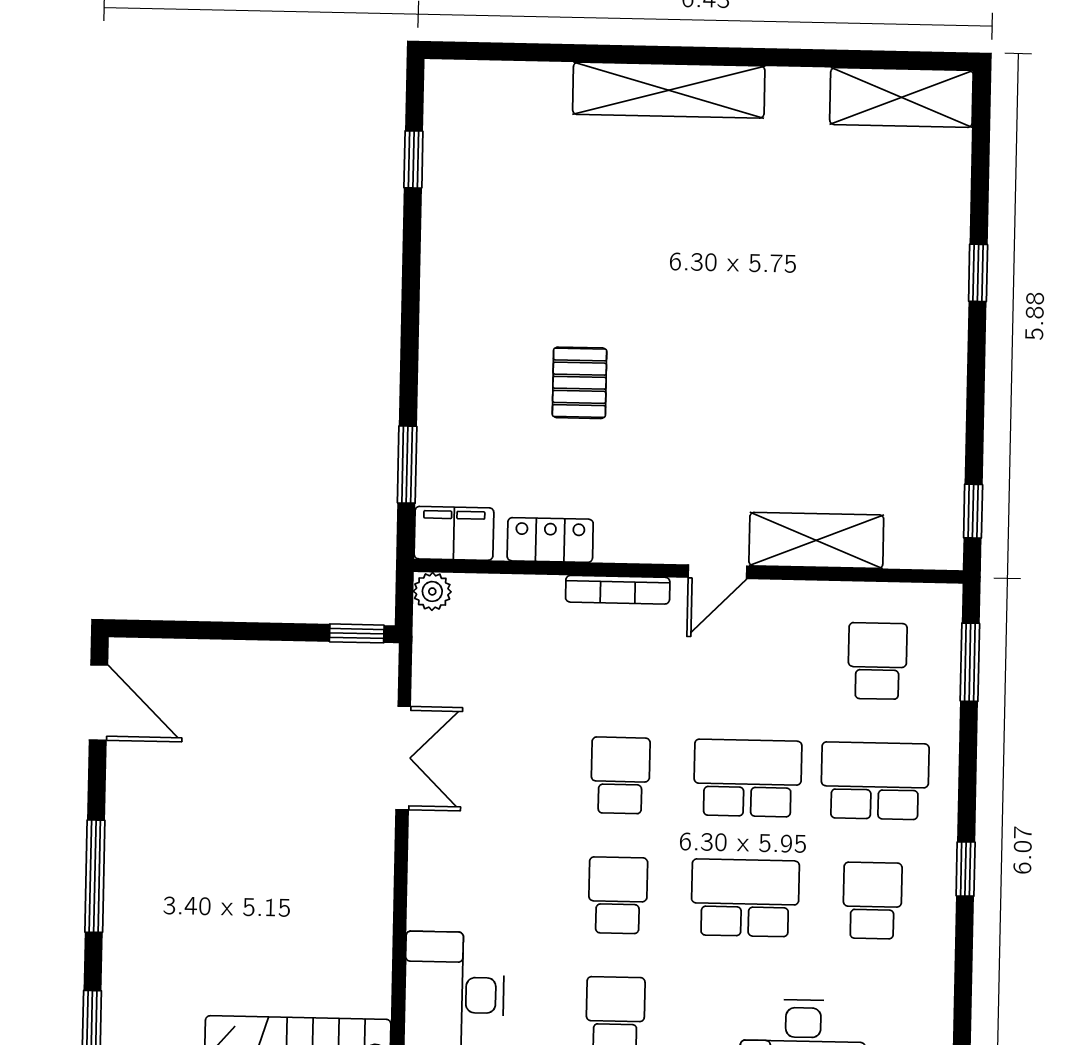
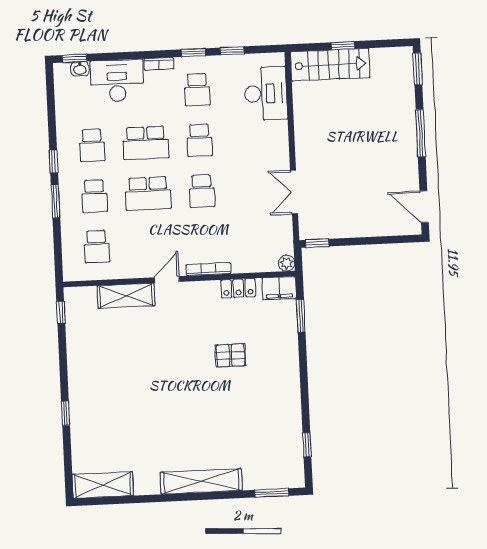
window: (504, 52) -> (272, 493), added
pallet: (579, 383) -> (230, 355), turned 90
window: (970, 662) -> (56, 201), moved
school desk: (875, 781) -> (94, 196), width x0.54

